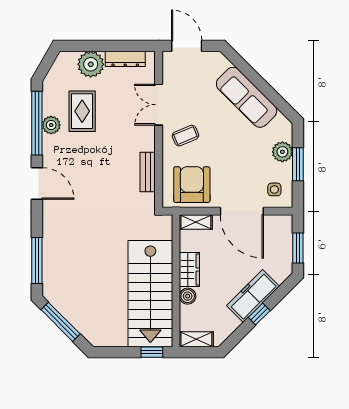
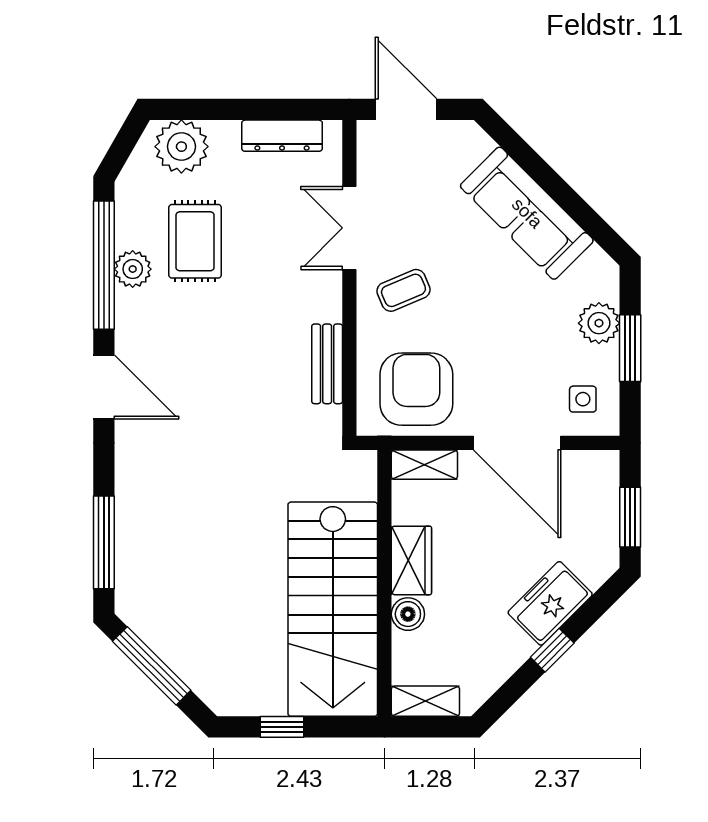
plant: (91, 64) -> (181, 147), moved
freezer: (253, 296) -> (550, 603), width x0.71
window: (152, 352) -> (282, 727), moved

